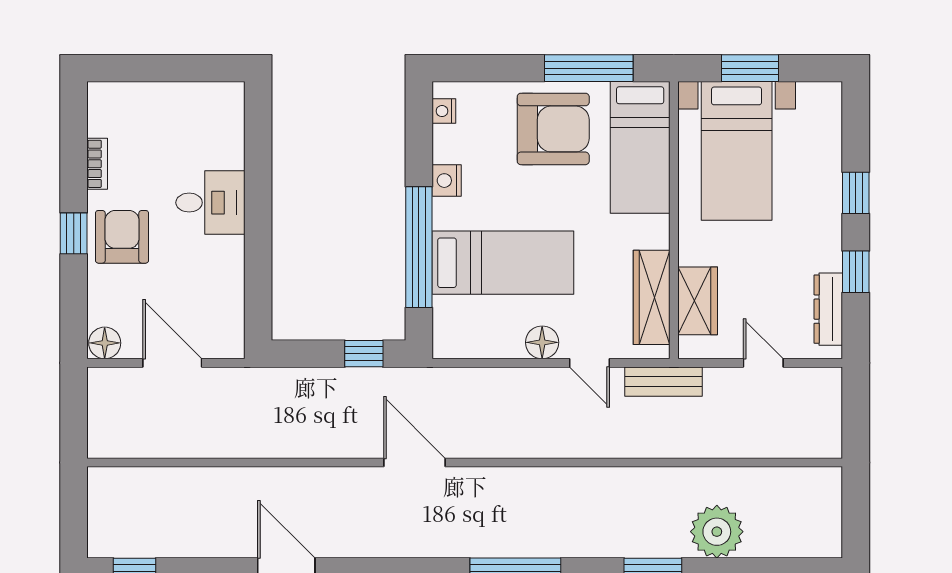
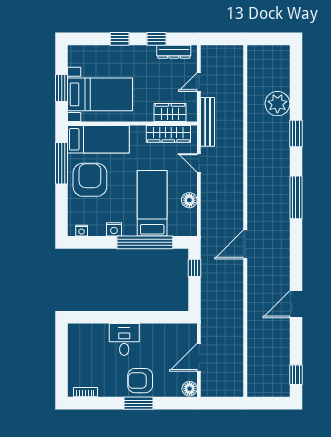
bookcase: (97, 164) -> (85, 392), moved
window: (74, 233) -> (139, 403), width x1.50
floor lamp: (542, 342) -> (189, 200), moved
door: (589, 363) -> (199, 163), swing flipped
bench: (663, 382) -> (208, 122), width x1.36

